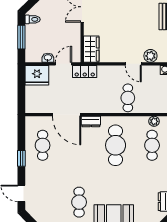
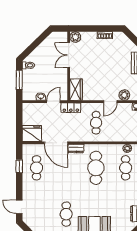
door: (133, 64) -> (110, 102), hinge flipped
fridge: (37, 75) -> (32, 134), moved, turned 180
cafe table: (128, 98) -> (96, 123), moved
window: (21, 158) -> (19, 166), moved

